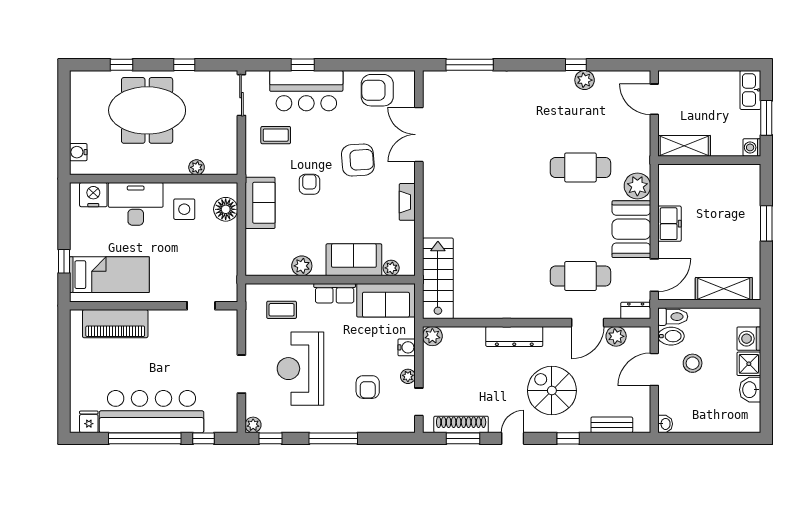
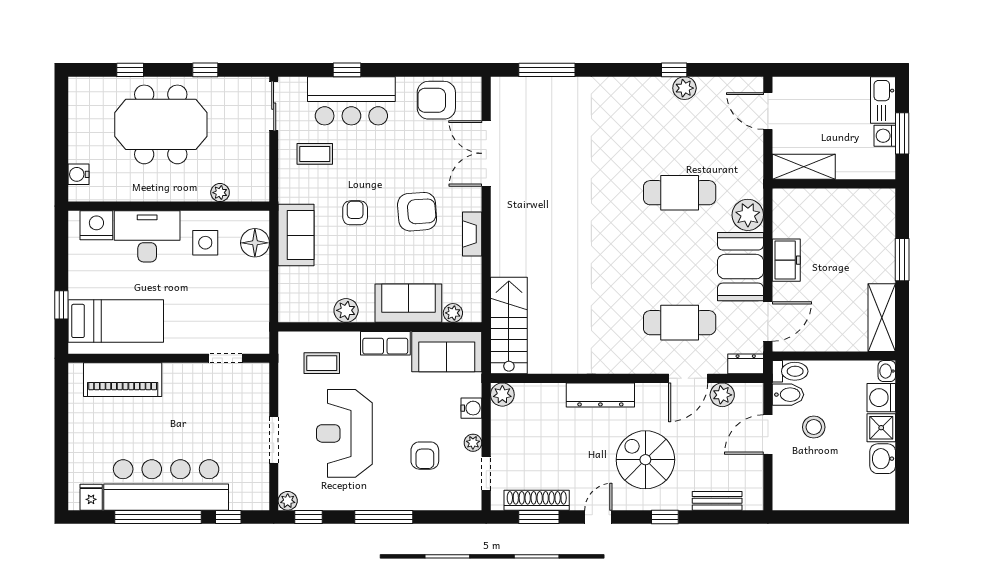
washing machine: (752, 147) -> (885, 136), moved
armchair: (358, 160) -> (417, 212), moved
shelving: (724, 289) -> (882, 318), moved, turned 90
washbasin: (665, 424) -> (887, 371), moved, turned 180

